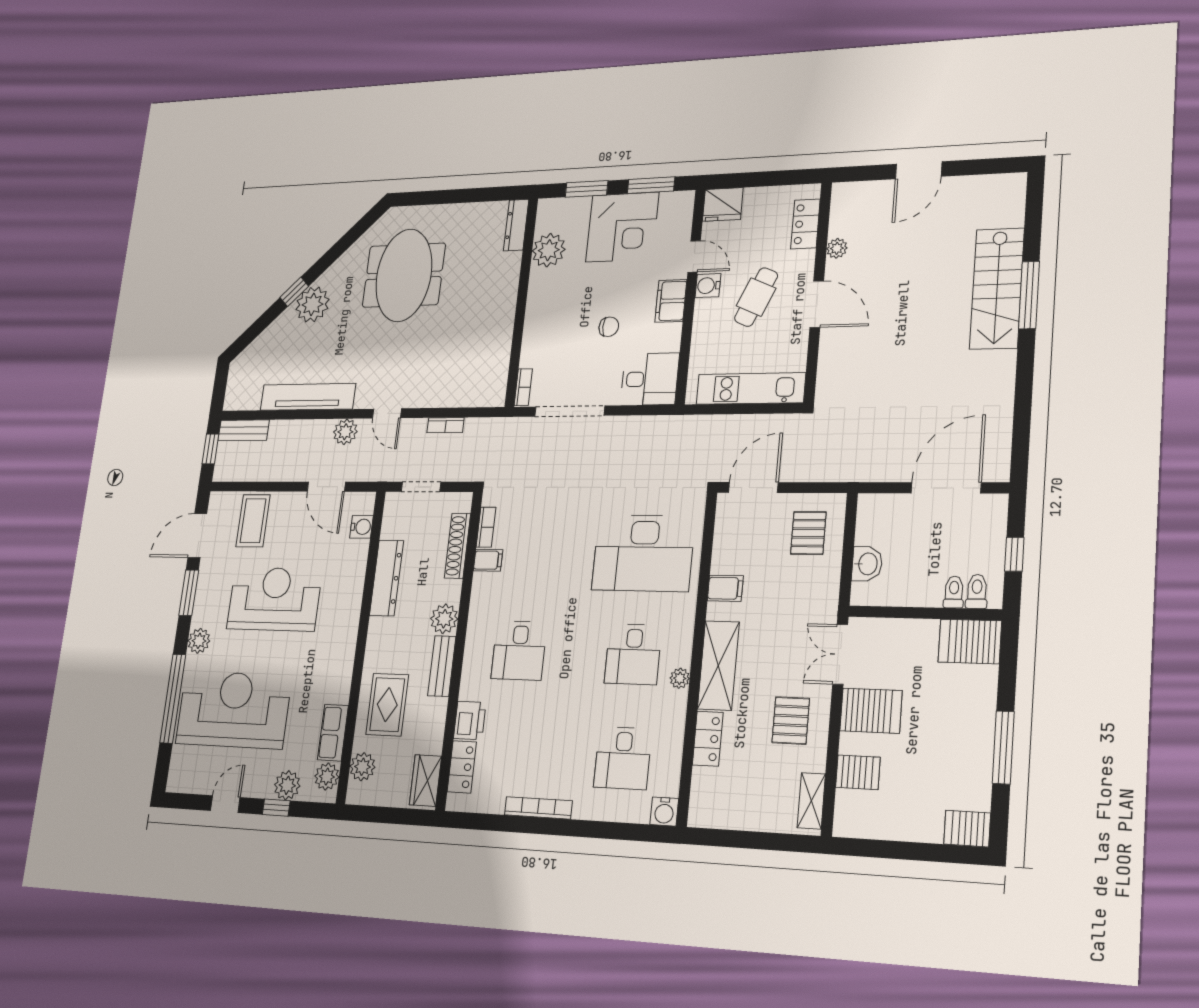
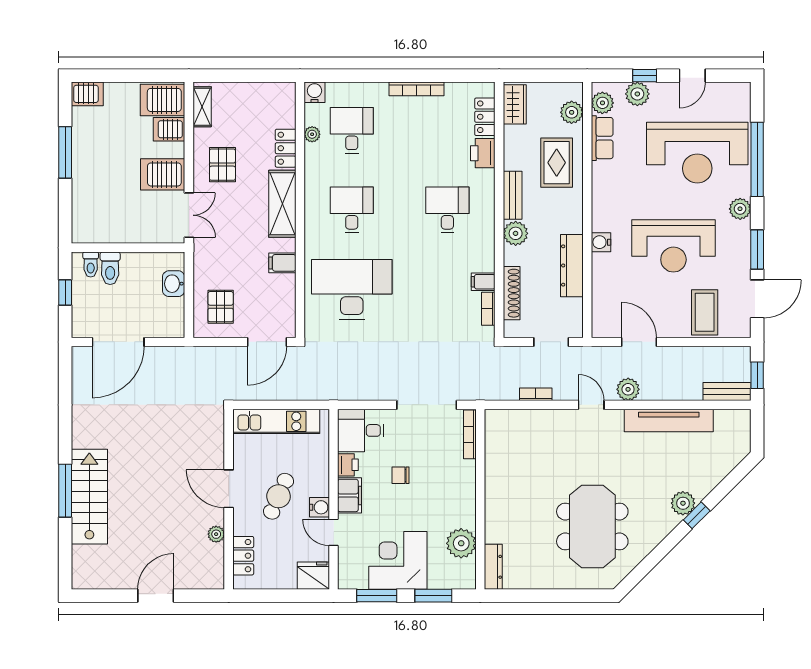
plant: (312, 304) -> (683, 503), width x0.73, depth x0.73
printer: (669, 337) -> (348, 465), added
bookcase: (523, 387) -> (470, 434), width x1.56
water cooler: (361, 527) -> (601, 242), moved
toilet: (954, 592) -> (110, 268), width x1.37, depth x1.39
server rack: (970, 641) -> (163, 100), moved, turned 180
plant: (680, 678) -> (312, 134), moved

